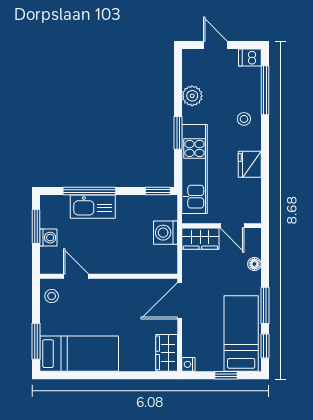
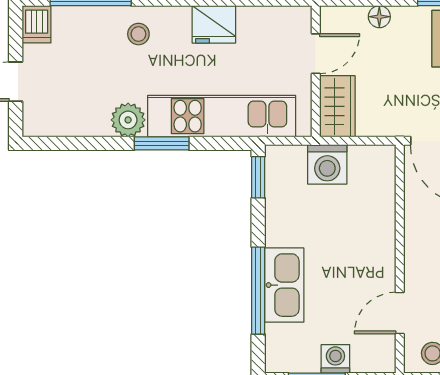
plant: (192, 96) -> (128, 120), moved

